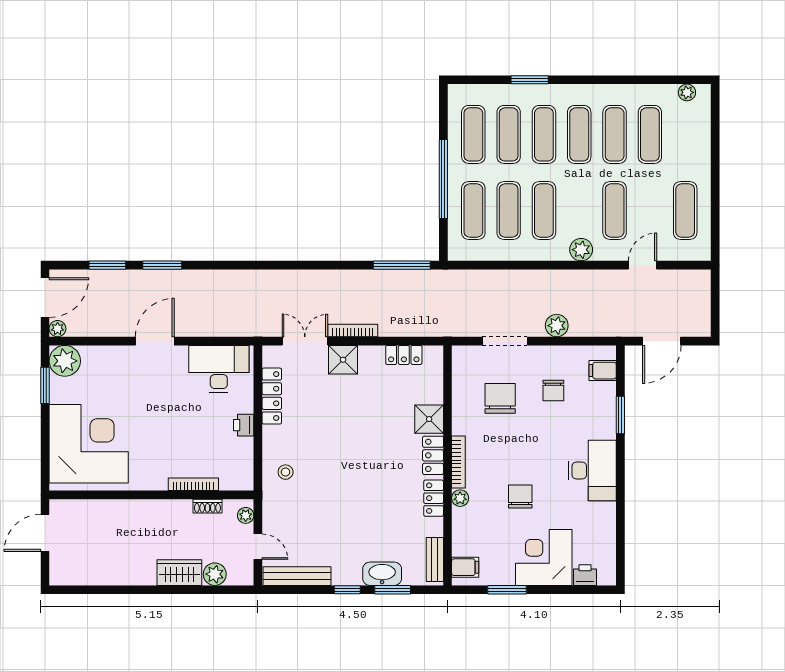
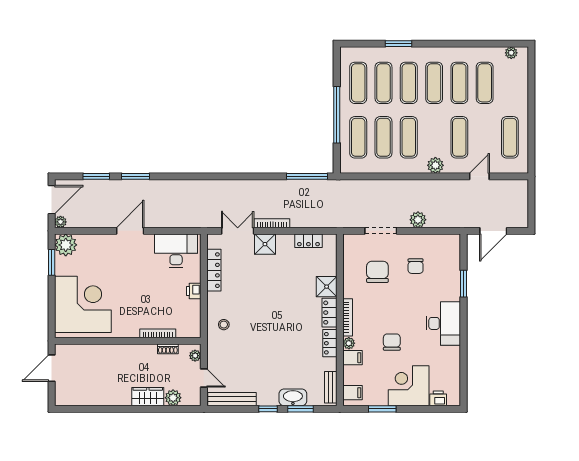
filing cabinet: (603, 371) -> (352, 358), moved, turned 180

